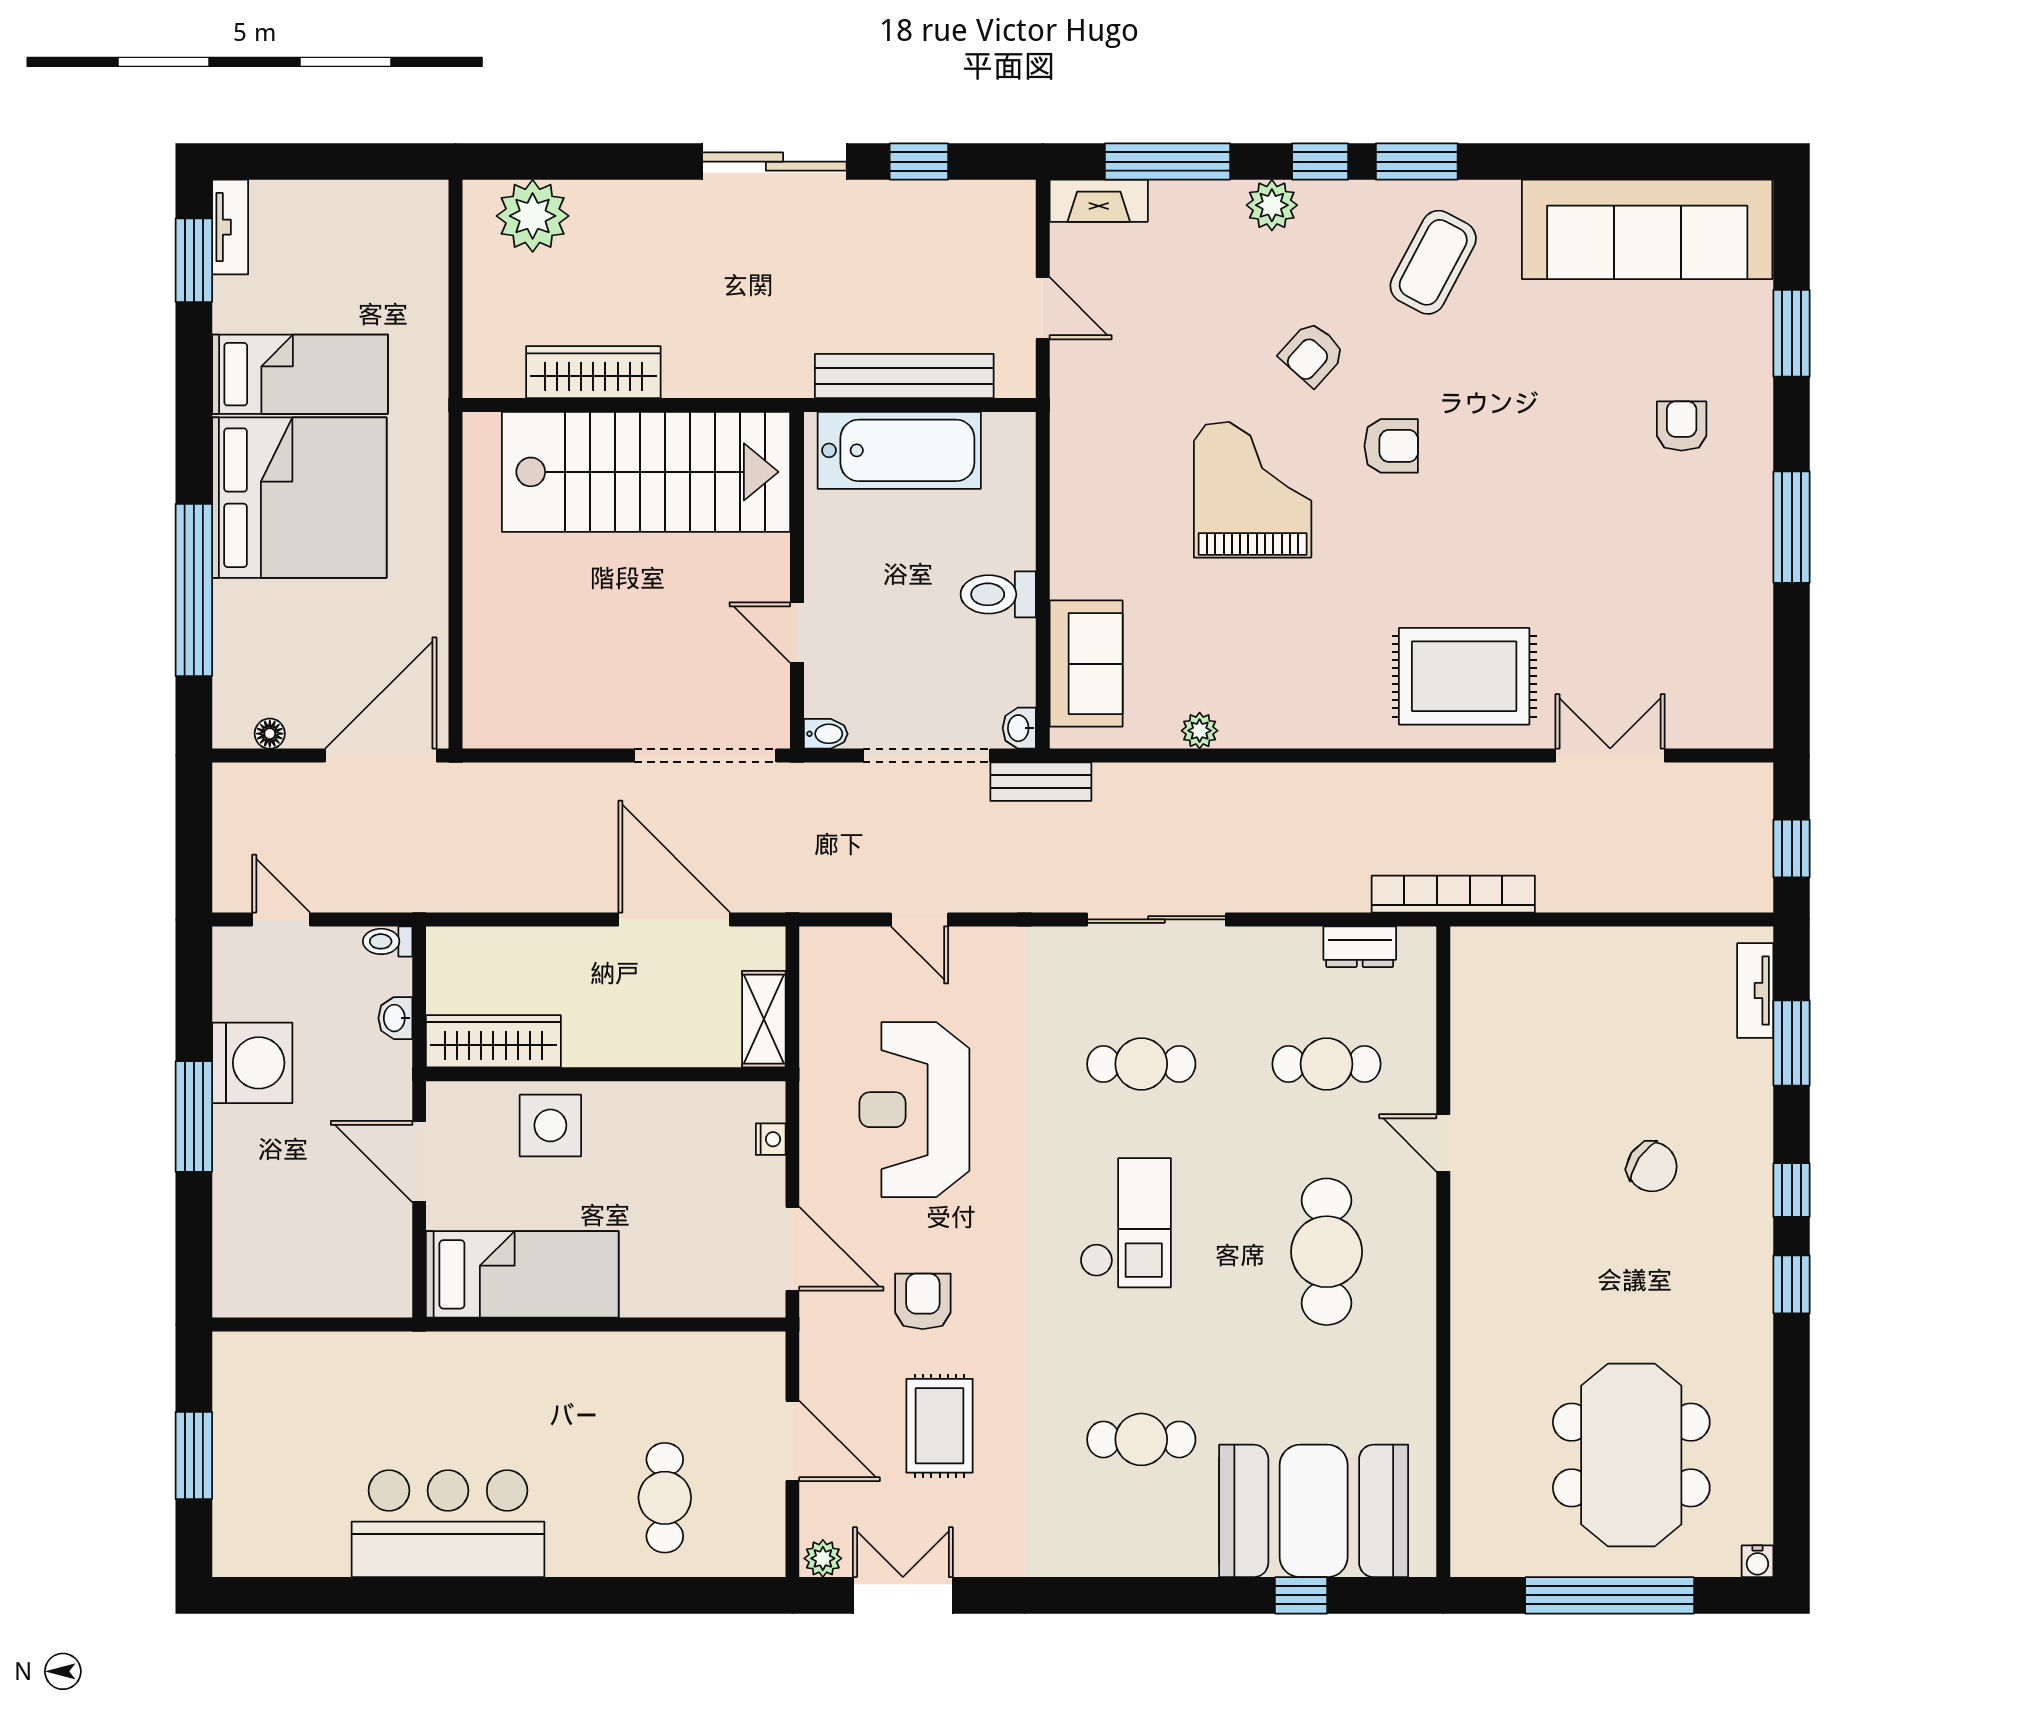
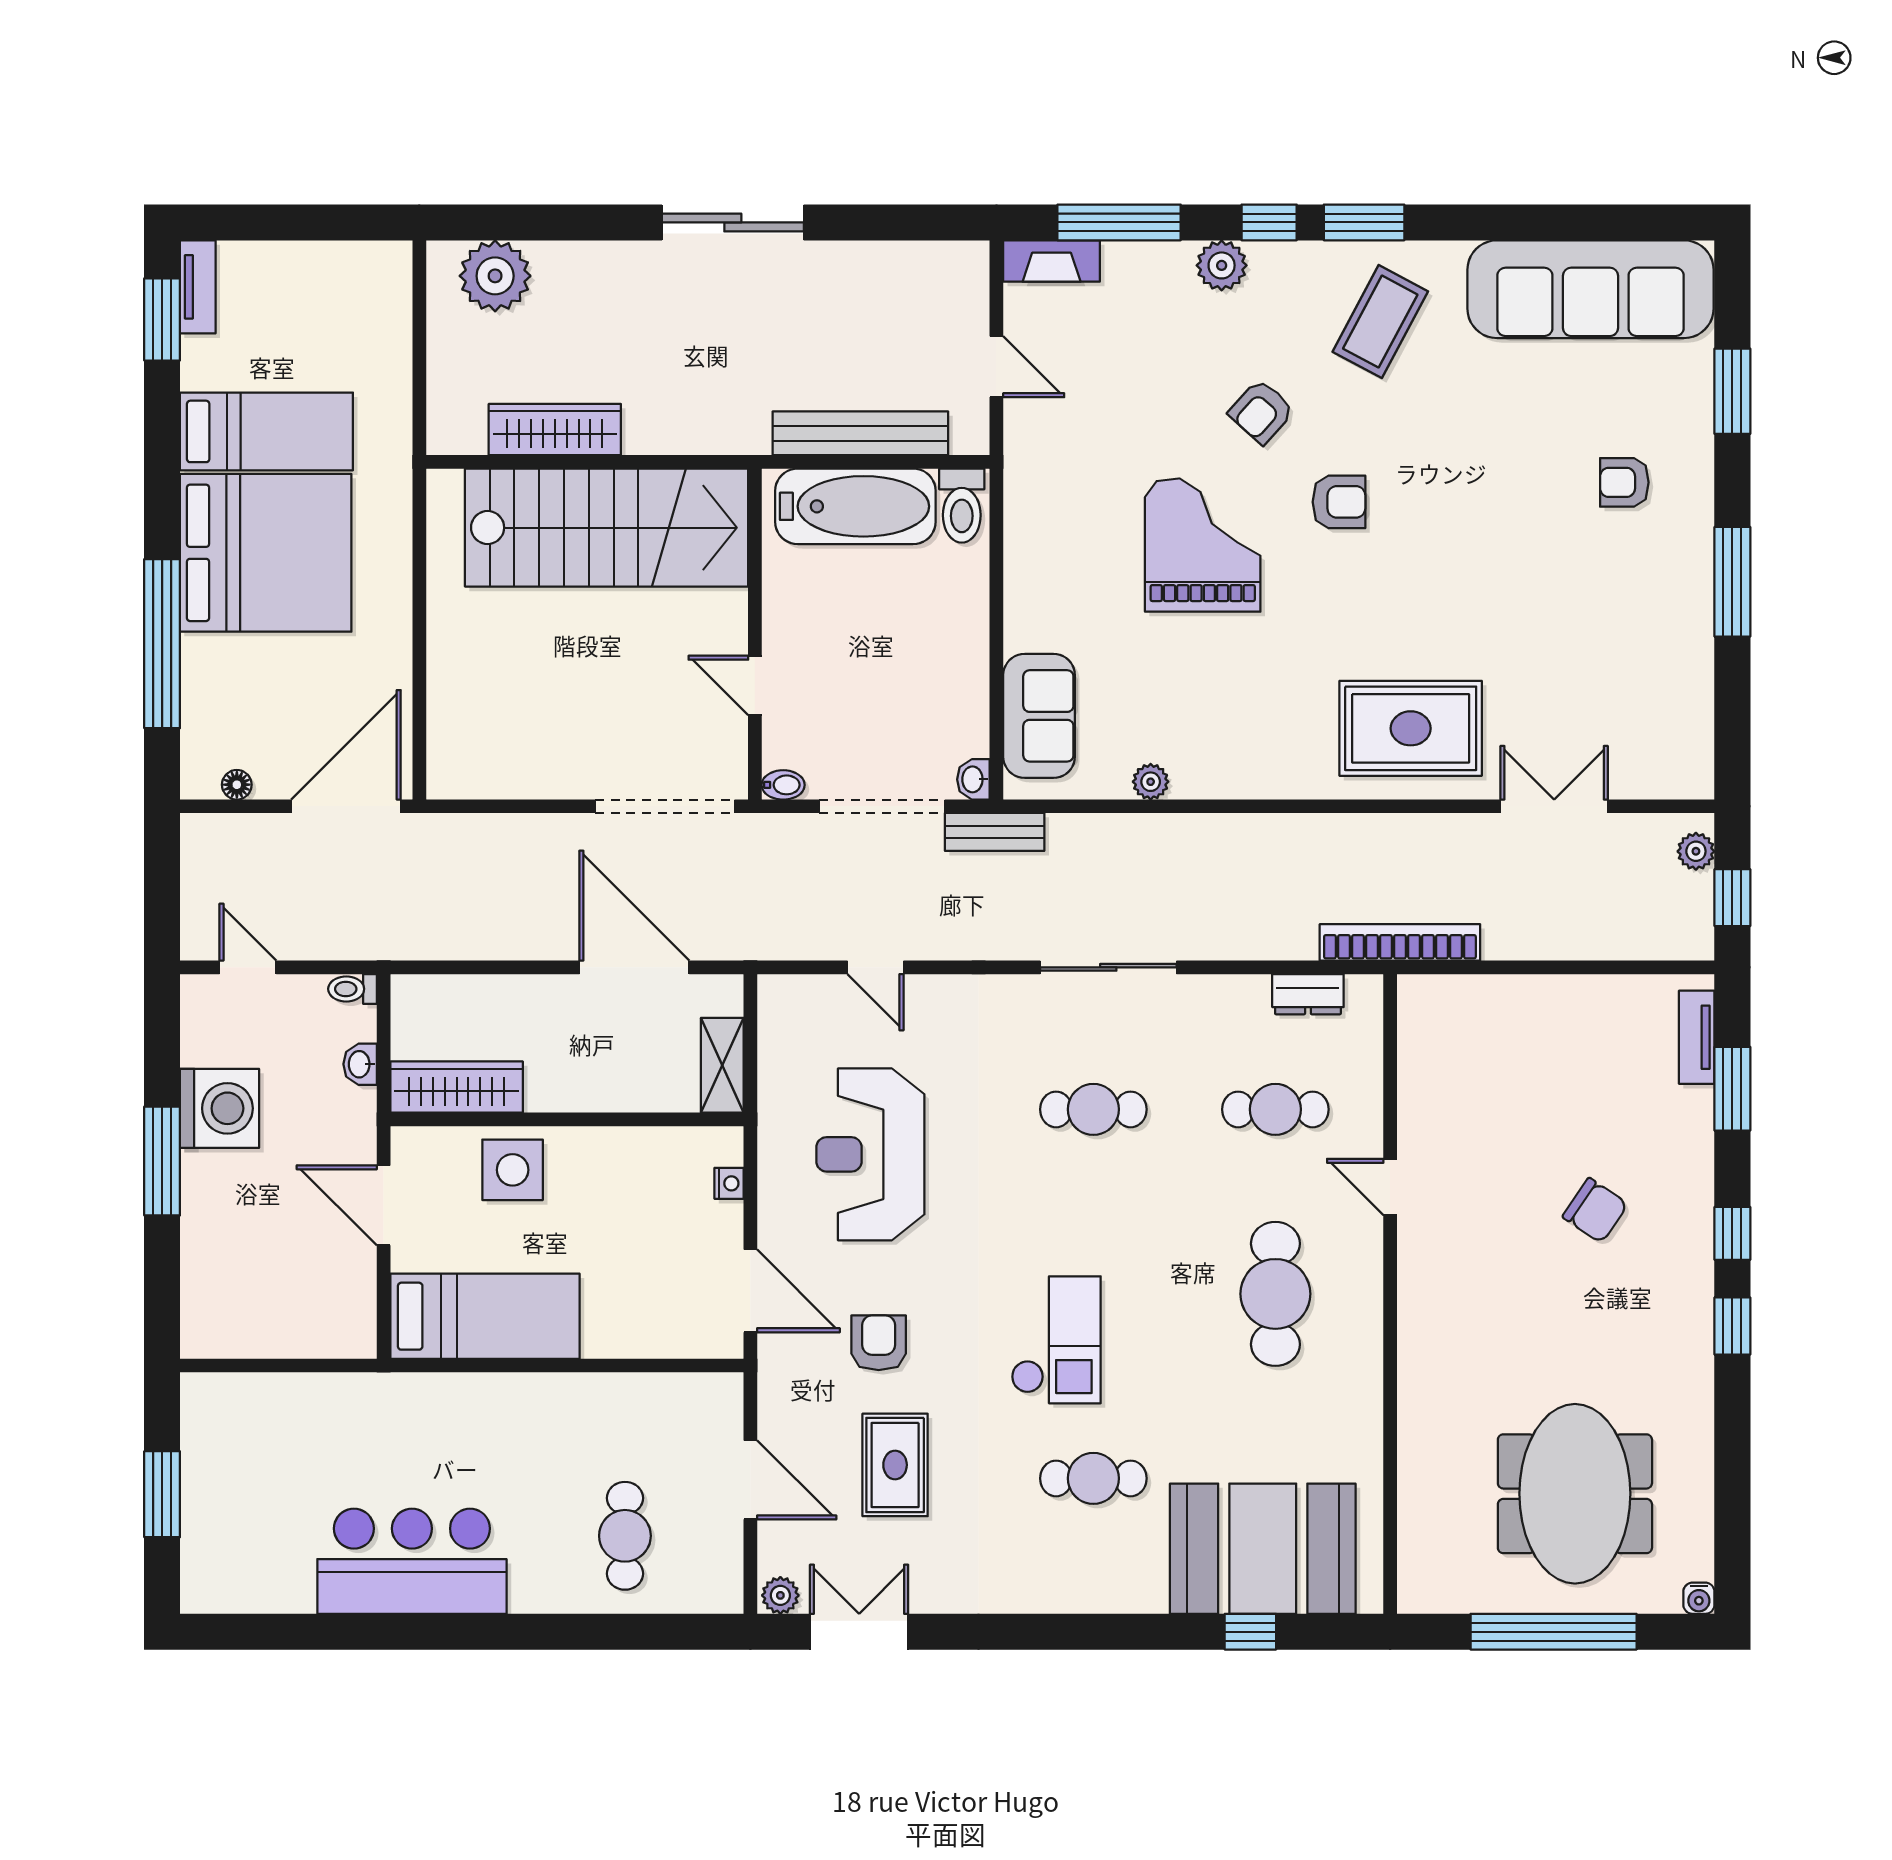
window: (919, 162) -> (875, 222), removed
armchair: (1682, 426) -> (1624, 482), turned -90
toilet: (998, 594) -> (962, 506), moved, turned -90
plant: (1754, 801) -> (1696, 851), added
checkout: (1126, 1223) -> (1056, 1340), moved

